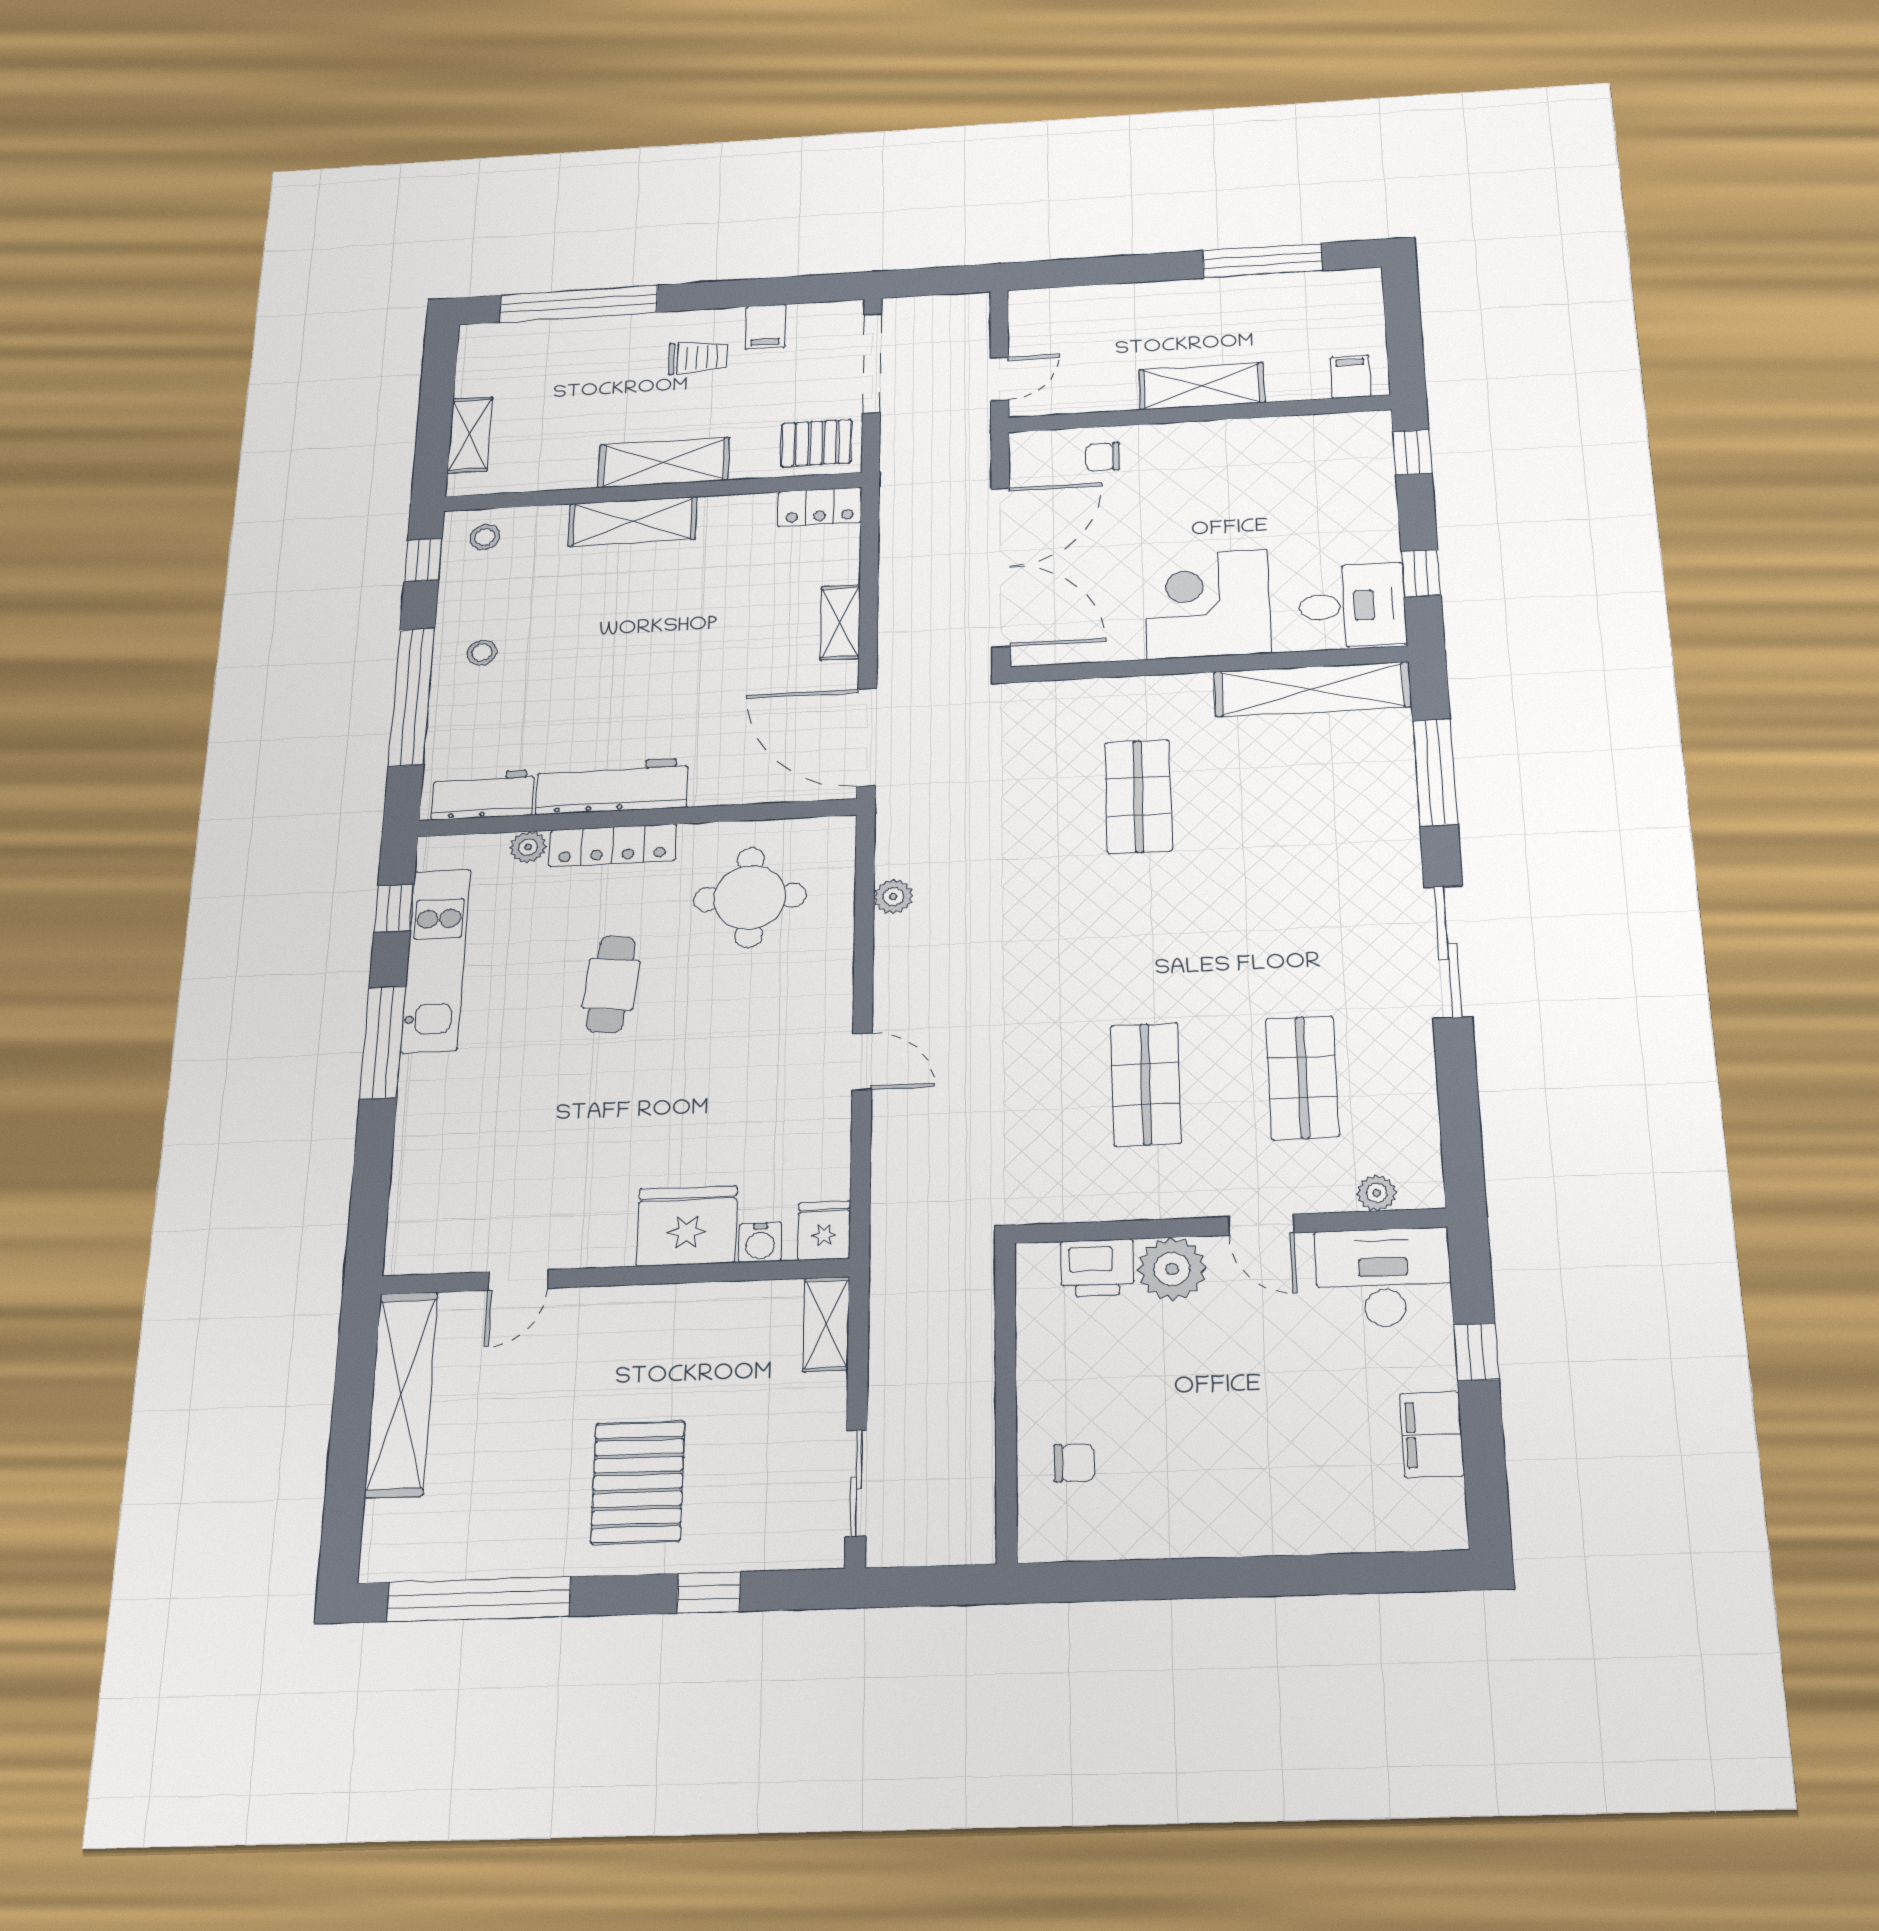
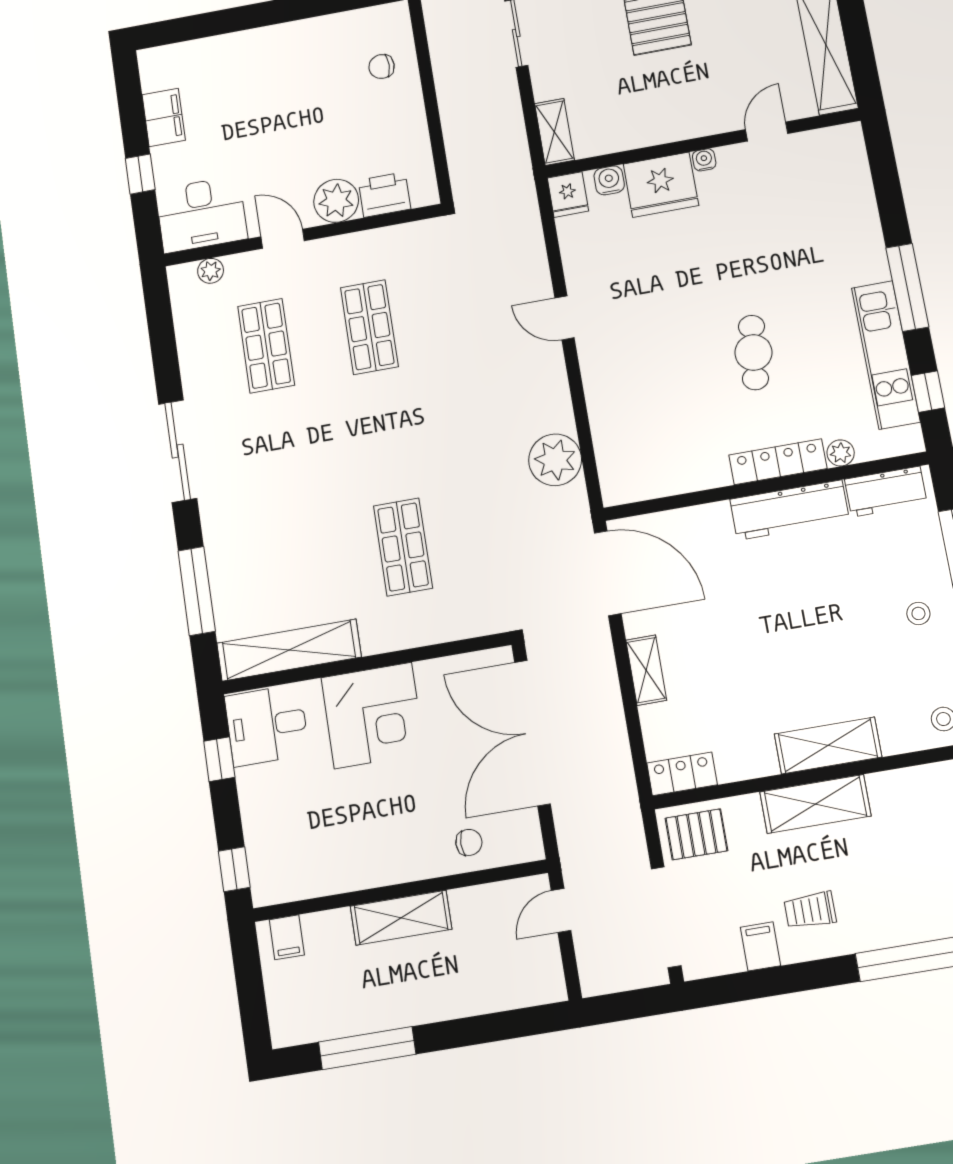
round table: (750, 897) -> (668, 433), removed
plant: (893, 897) -> (555, 460), width x1.87, depth x1.87
water cooler: (617, 1252) -> (704, 160), added

